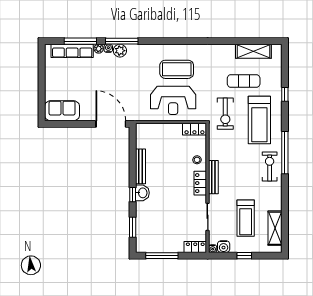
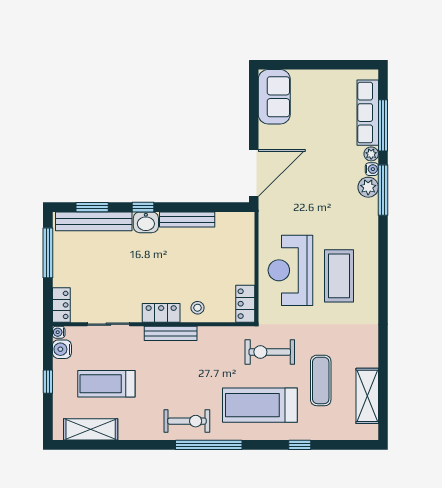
bench: (142, 226) -> (94, 221), added

